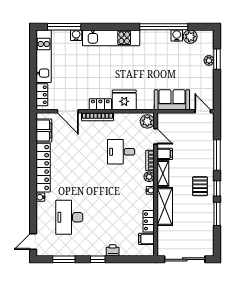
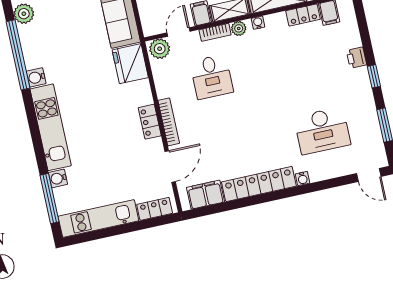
water cooler: (177, 35) -> (36, 77), moved
fridge: (124, 100) -> (130, 64), moved

